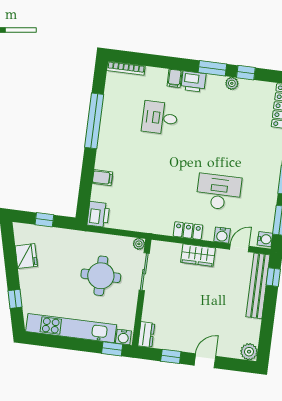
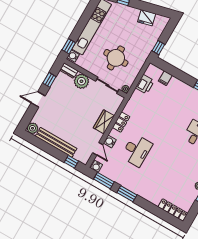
filing cabinet: (102, 178) -> (165, 78), moved
printer: (98, 214) -> (145, 84), moved, turned -90
window: (44, 220) -> (158, 48), moved
bench: (258, 286) -> (56, 142), moved
plant: (154, 310) -> (81, 81), added
door: (205, 361) -> (38, 99), swing flipped

